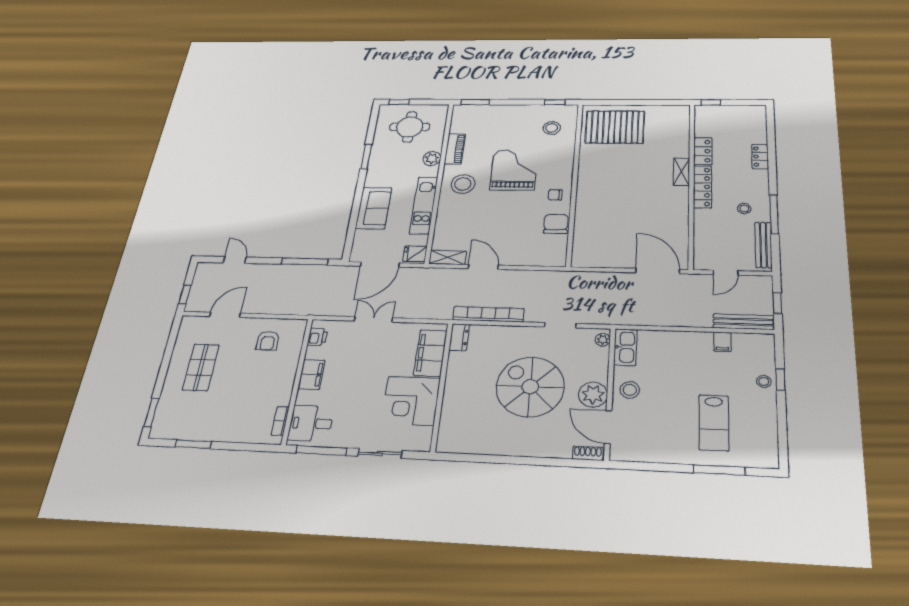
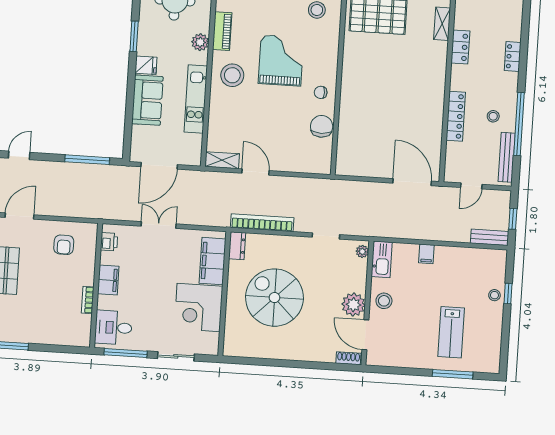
shelving: (681, 172) -> (442, 24), moved
locker: (703, 187) -> (456, 116), moved
window: (774, 214) -> (519, 124), width x1.46
fridge: (415, 254) -> (146, 65), moved, turned 180
door: (235, 260) -> (19, 155), hinge flipped
bench: (744, 322) -> (490, 237), width x0.73
filing cabinet: (722, 342) -> (426, 254), moved
spiral stairs: (530, 387) -> (274, 298), moved
bookcase: (280, 421) -> (88, 300), moved

